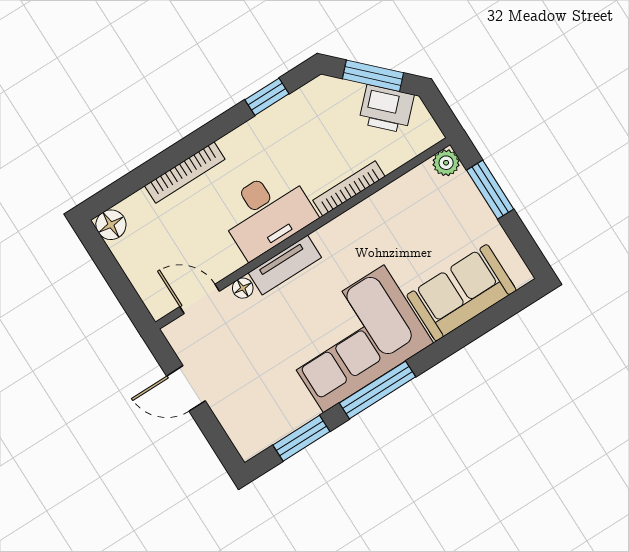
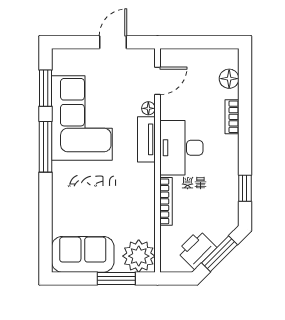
plant: (446, 163) -> (139, 256), width x1.88, depth x1.88
bookcase: (185, 173) -> (232, 117), width x0.64
floor lamp: (111, 225) -> (229, 79), moved
sofa: (461, 293) -> (83, 254), moved, turned -90
corner sofa: (354, 339) -> (82, 118), moved

